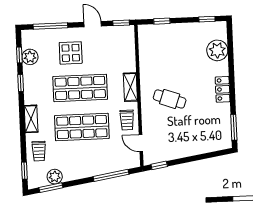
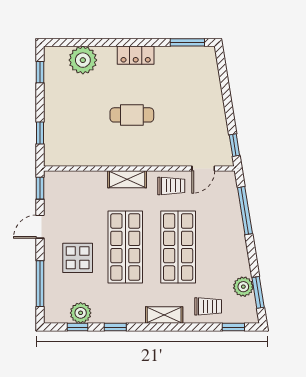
cafe table: (170, 99) -> (132, 115), moved, turned 70

